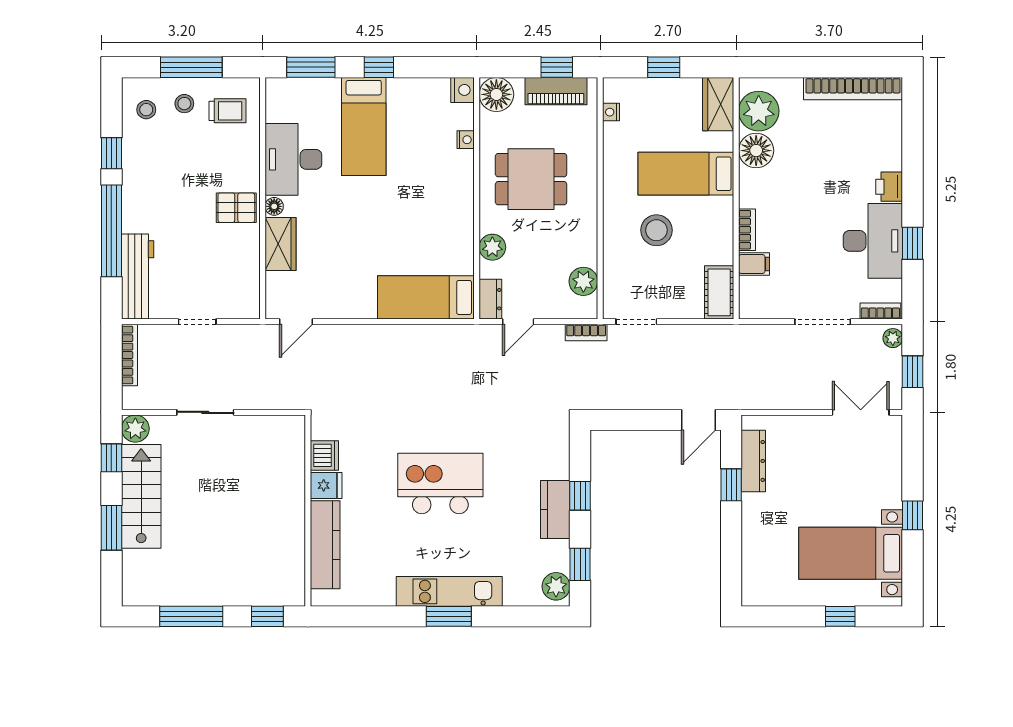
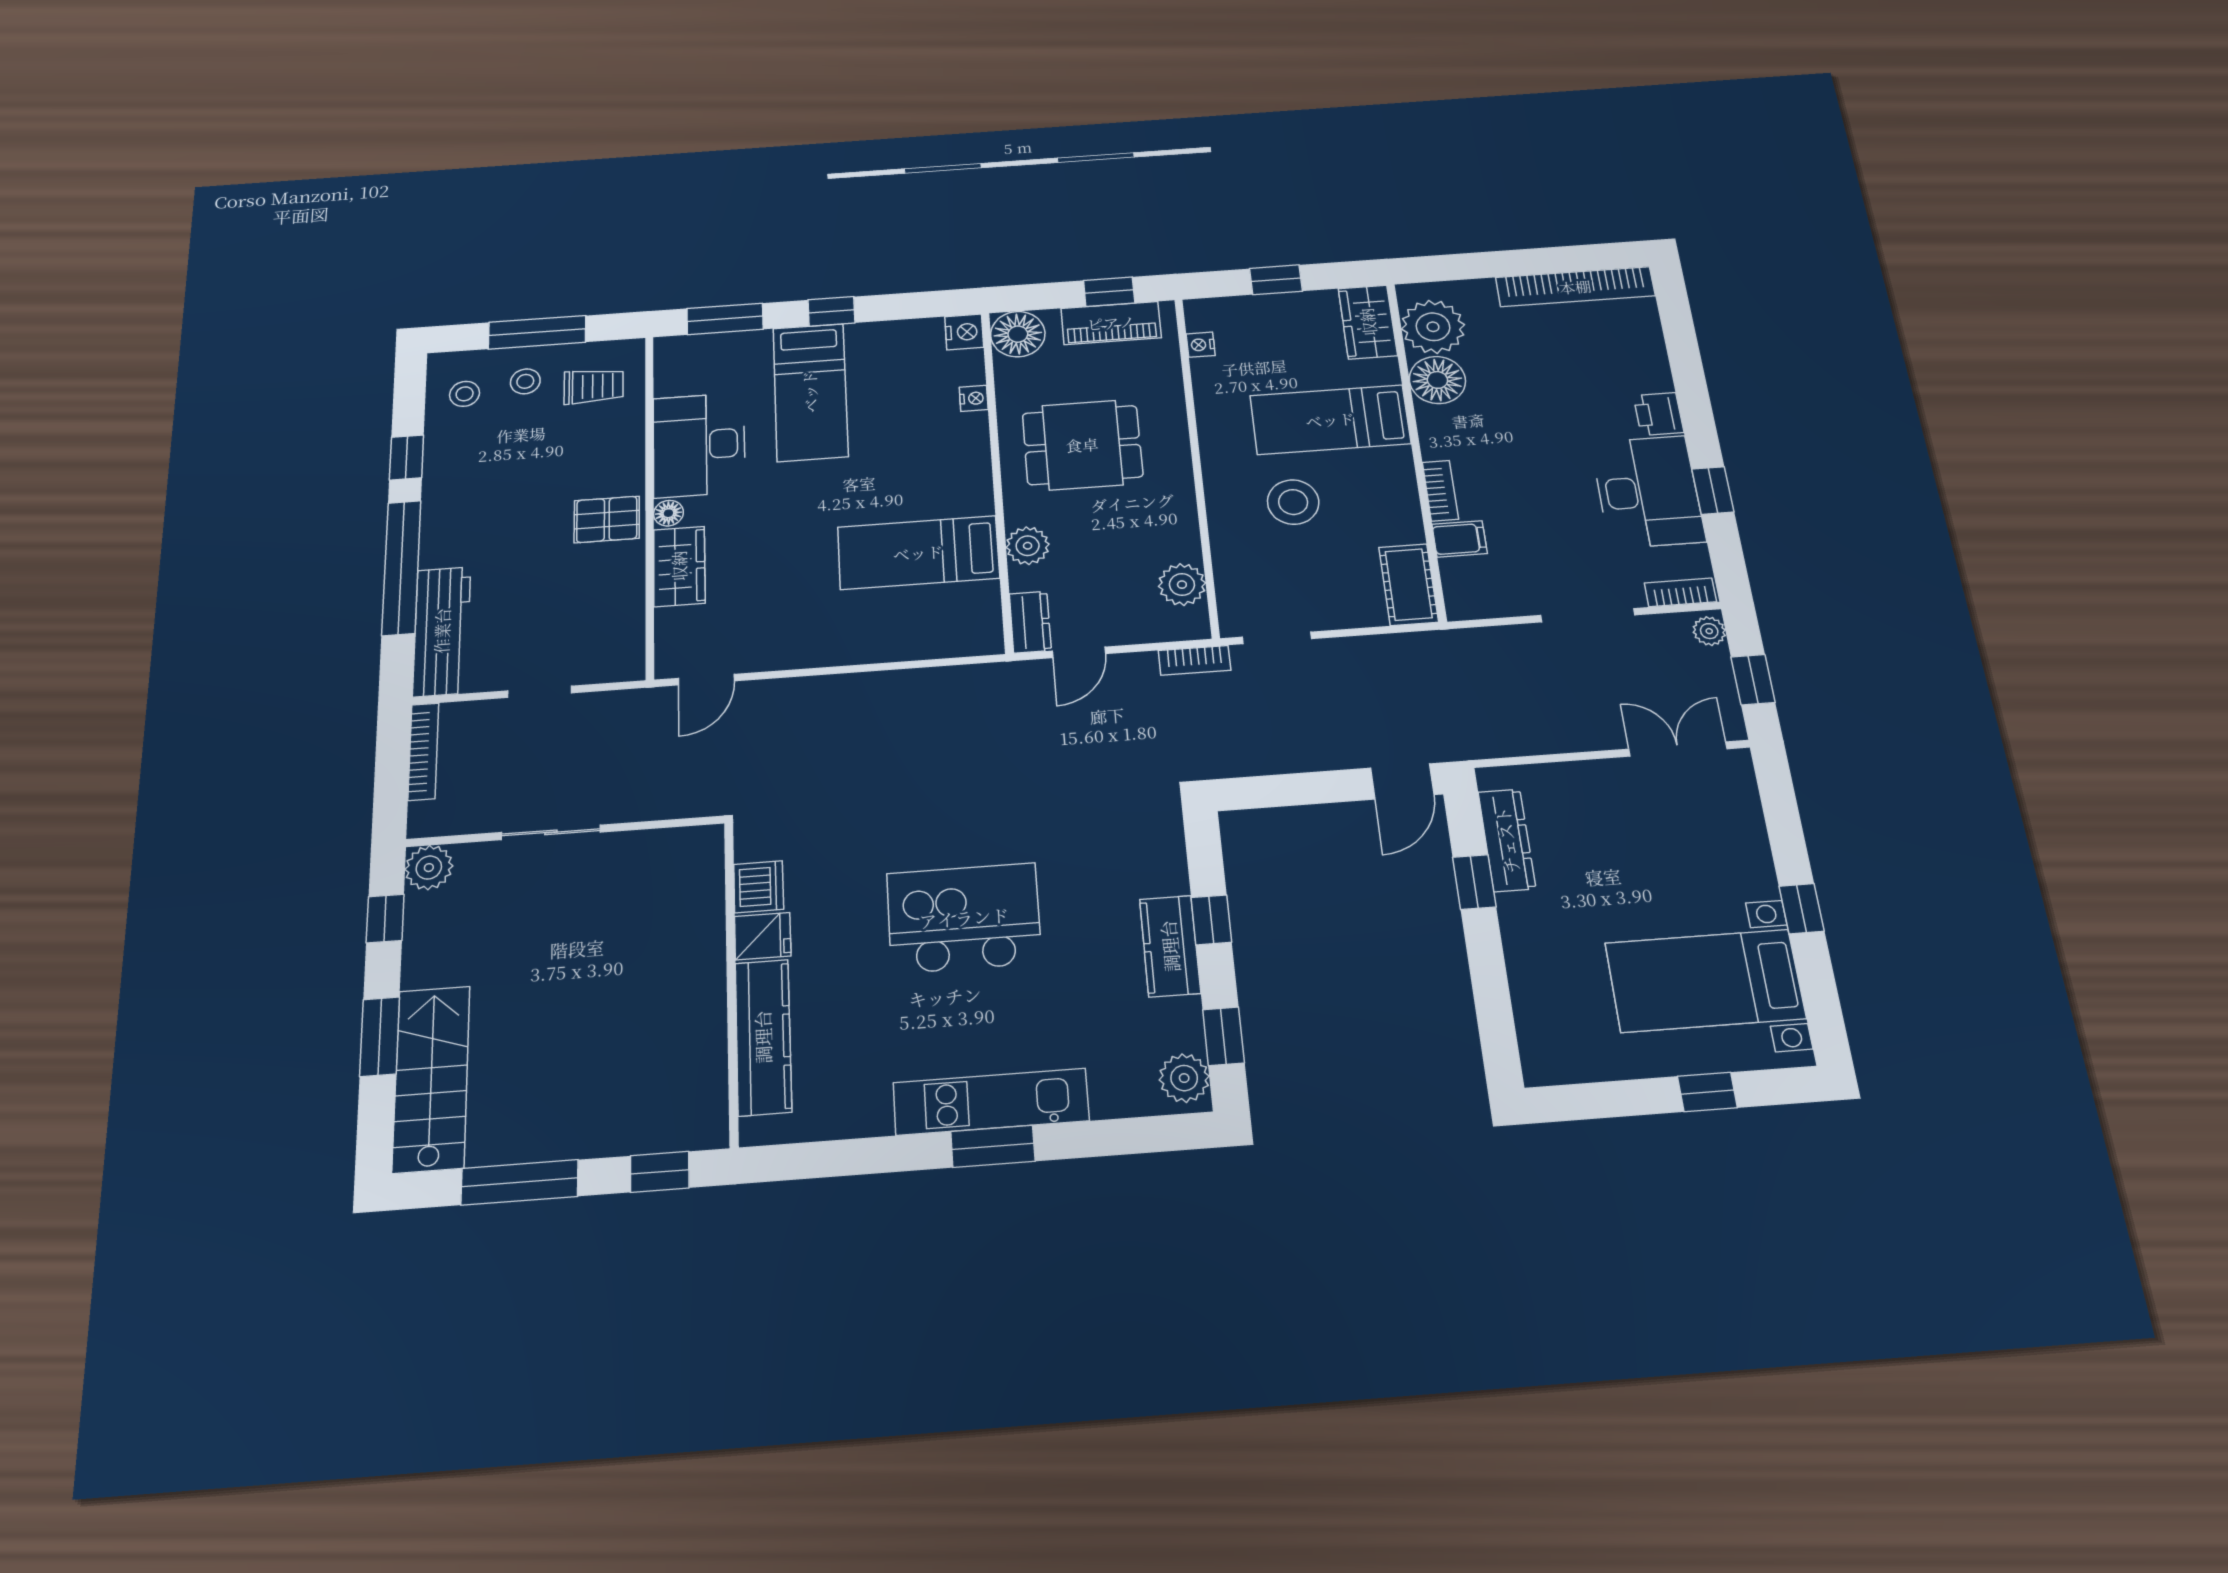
bed: (426, 297) -> (918, 553), moved
stairs: (141, 496) -> (431, 1079), moved

